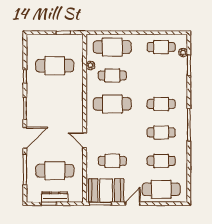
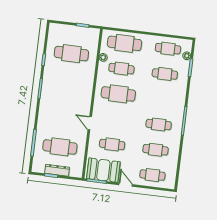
cafe table: (161, 104) -> (165, 74), moved
door: (25, 138) -> (37, 114), removed
cafe table: (161, 189) -> (152, 175), width x0.73, depth x0.74
door: (133, 204) -> (126, 185), hinge flipped

